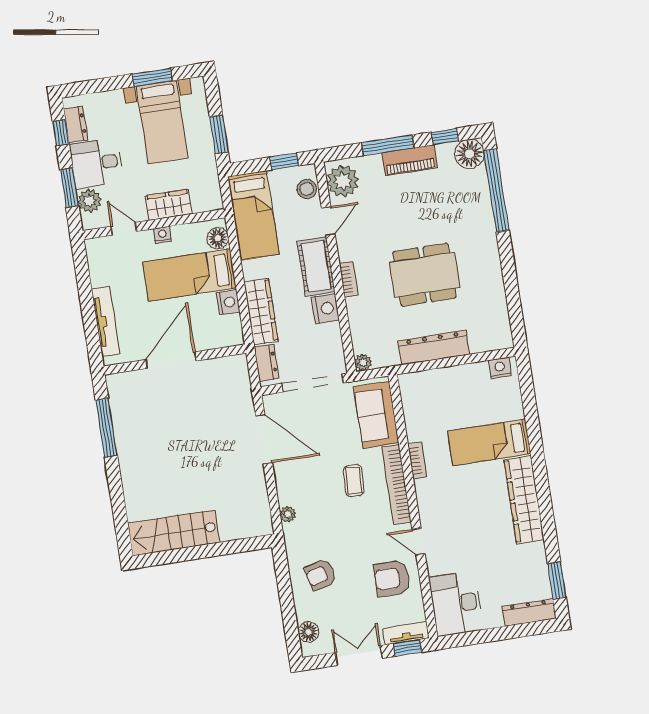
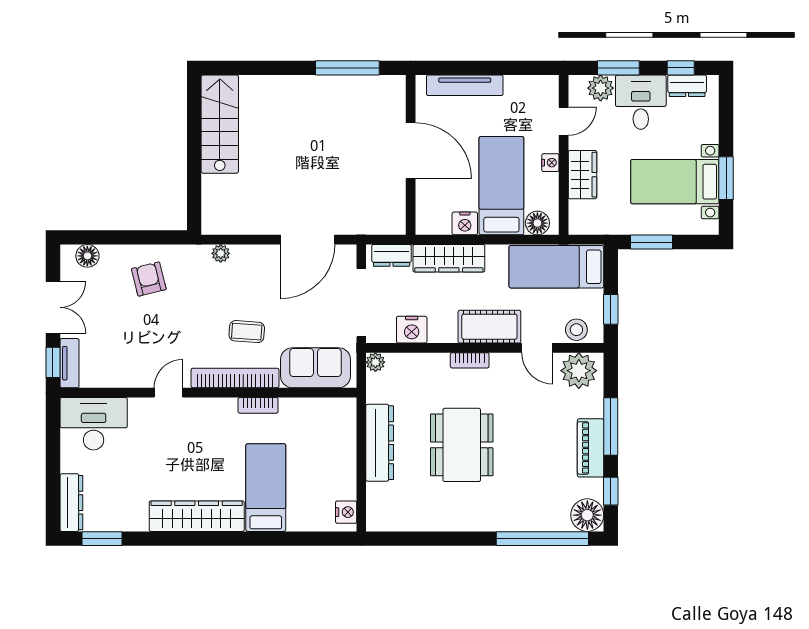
nightstand: (325, 309) -> (412, 330), moved
armchair: (392, 578) -> (132, 357), removed

